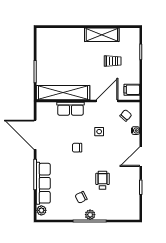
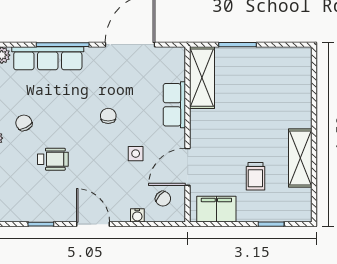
filing cabinet: (132, 90) -> (216, 209), width x2.00
shelving: (63, 93) -> (202, 78), width x0.68
door: (107, 101) -> (188, 167), swing flipped

